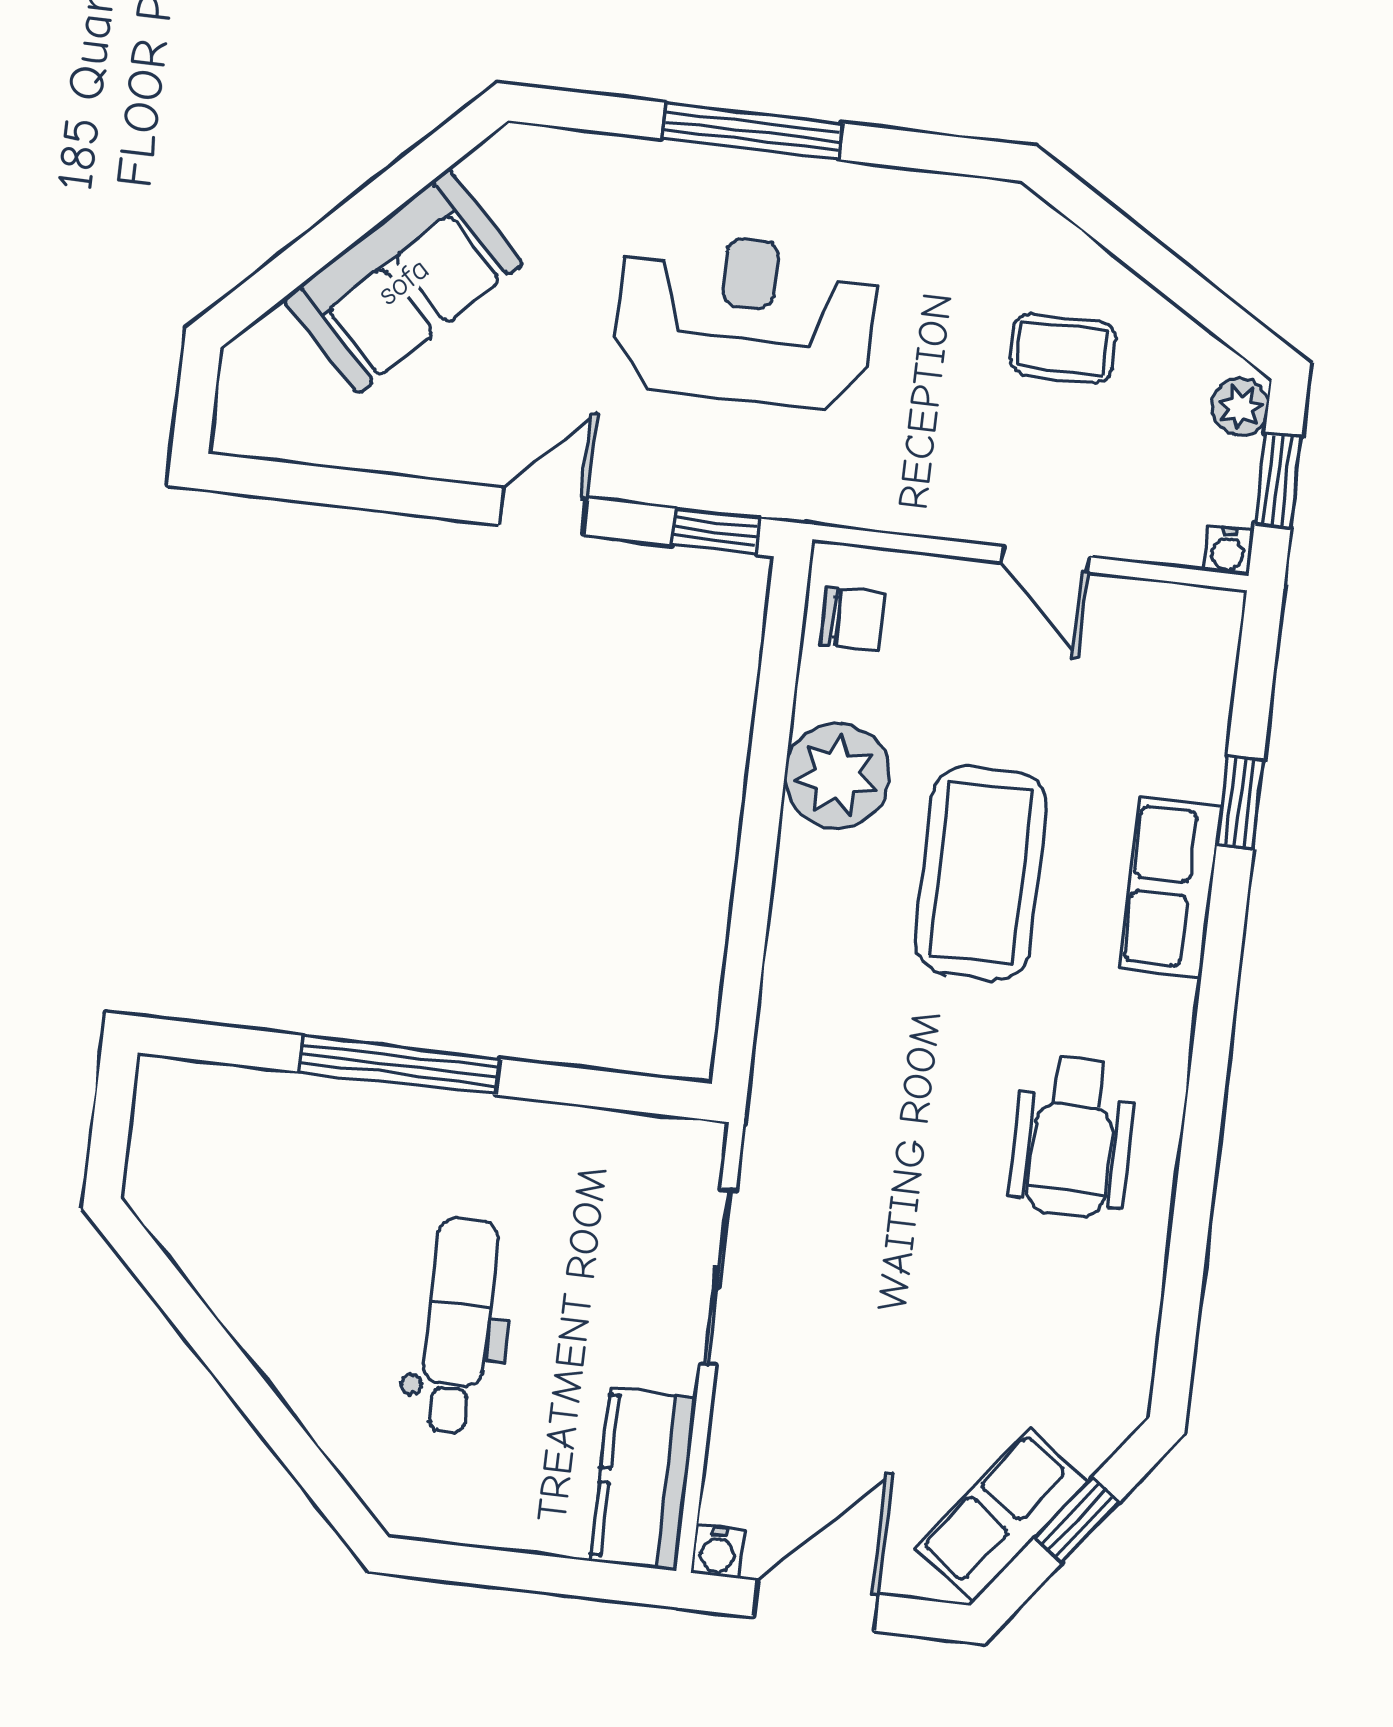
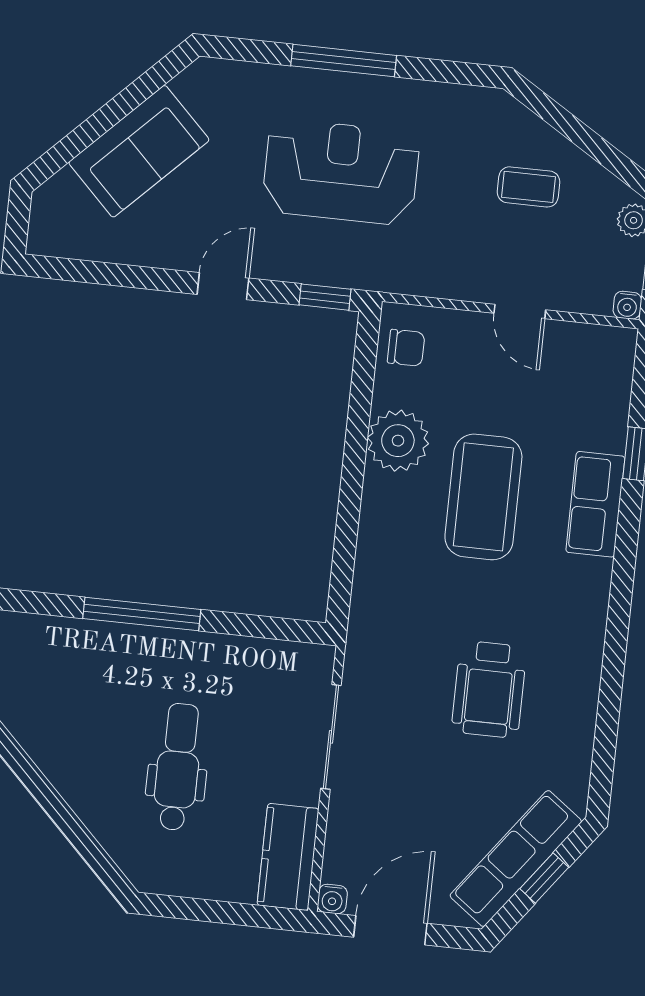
wheelchair: (1072, 1137) -> (489, 689), moved
row of seats: (1002, 1515) -> (516, 858), width x1.48

